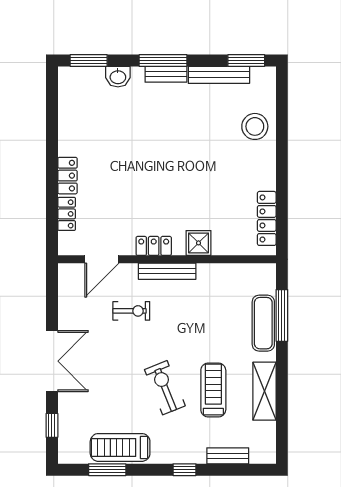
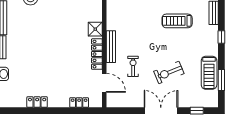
locker: (67, 176) -> (37, 102), moved
locker: (154, 246) -> (97, 54), width x1.53
exercise bike: (165, 388) -> (169, 72), moved

